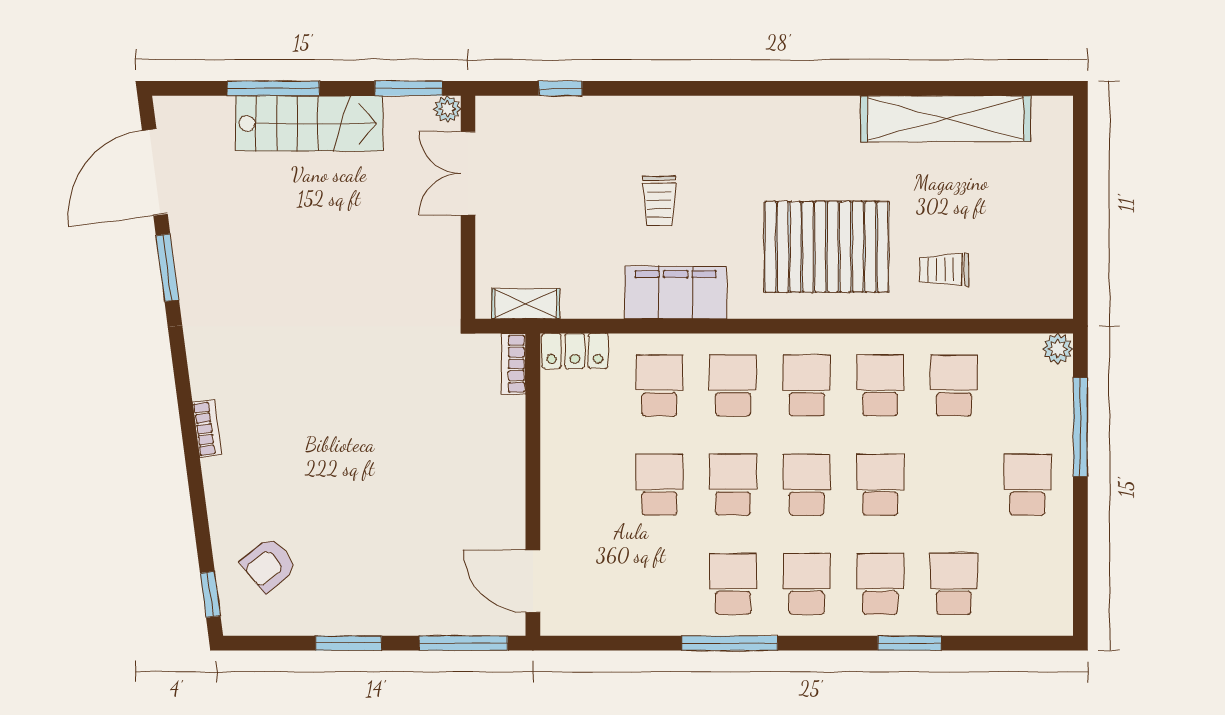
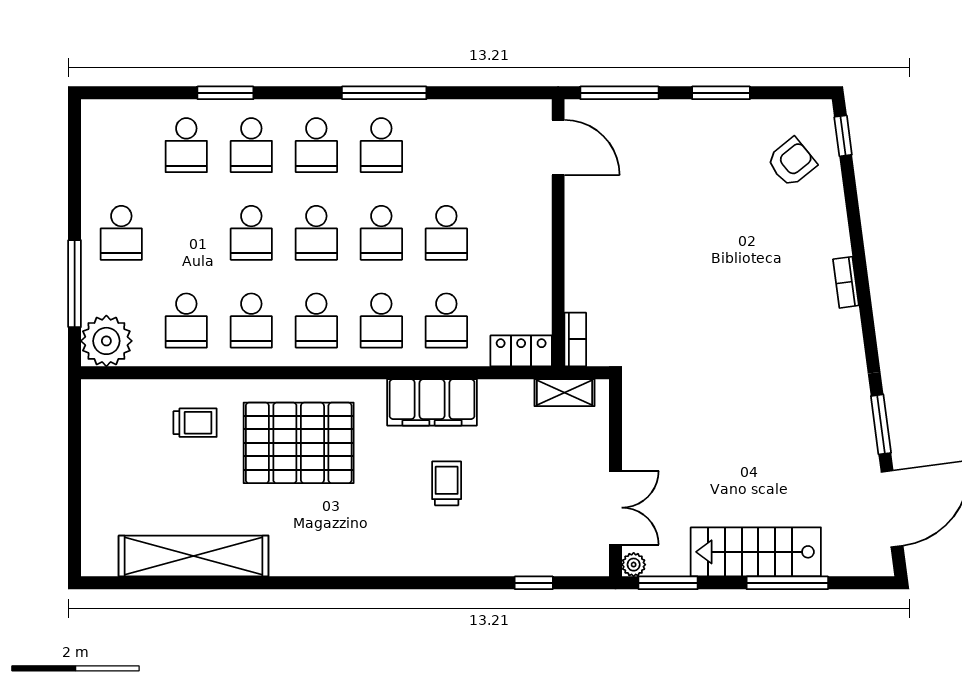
plant: (1058, 349) -> (106, 341), width x1.88, depth x1.88

